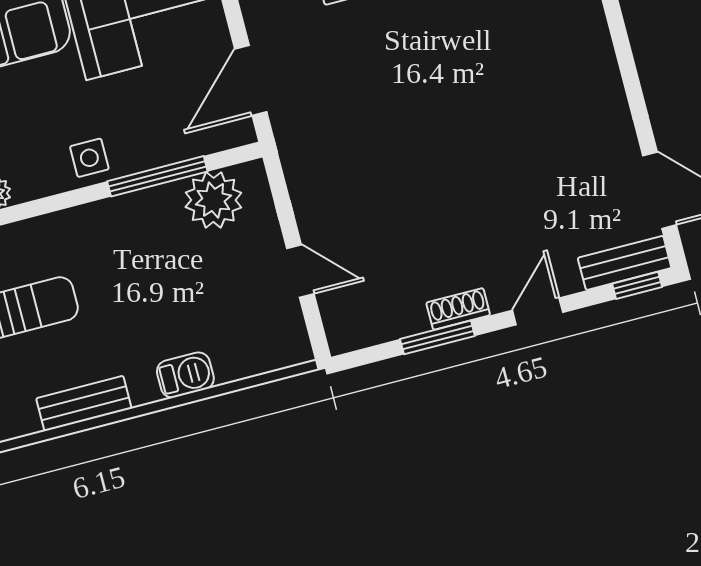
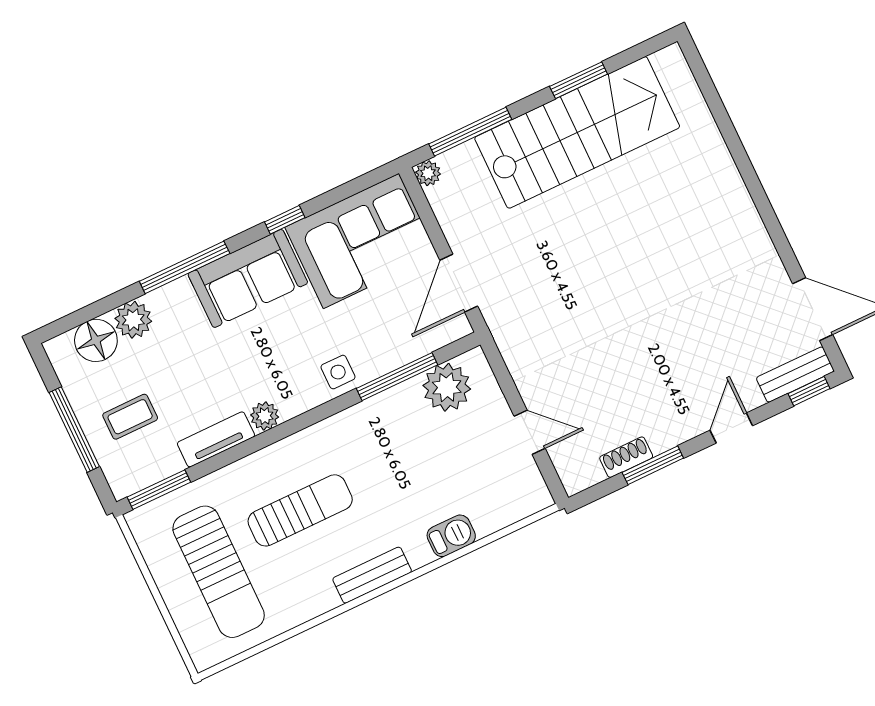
shoe rack: (458, 309) -> (626, 457), moved

